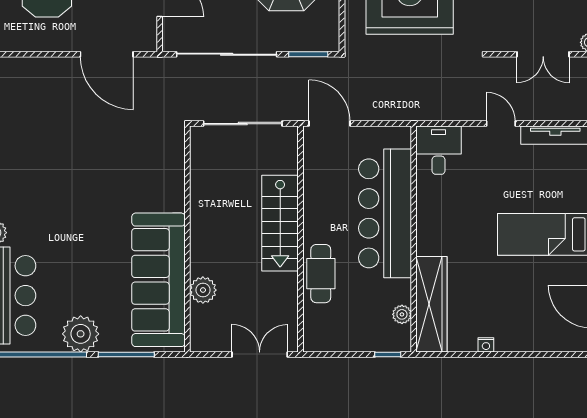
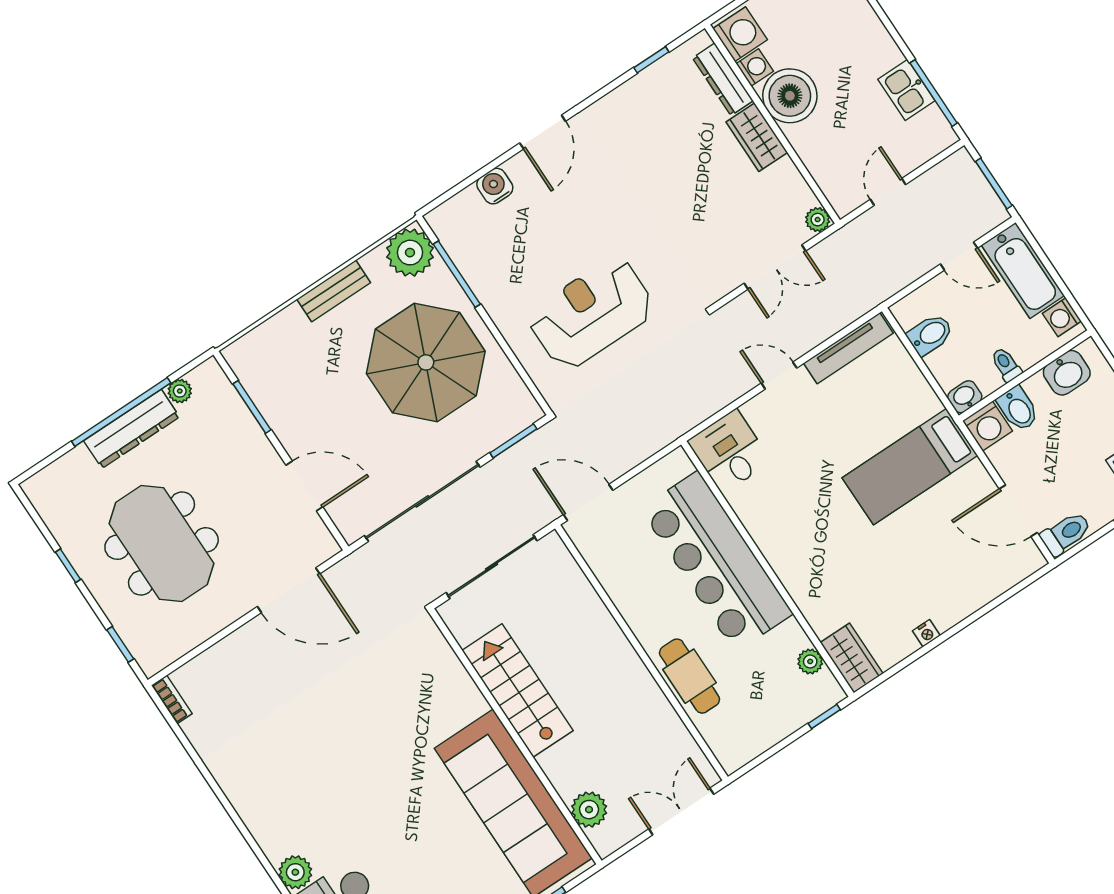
stairs: (280, 223) -> (518, 690), moved, turned 180
plant: (203, 290) -> (589, 810), moved
wardrobe: (431, 304) -> (852, 658), width x0.48, depth x0.85

